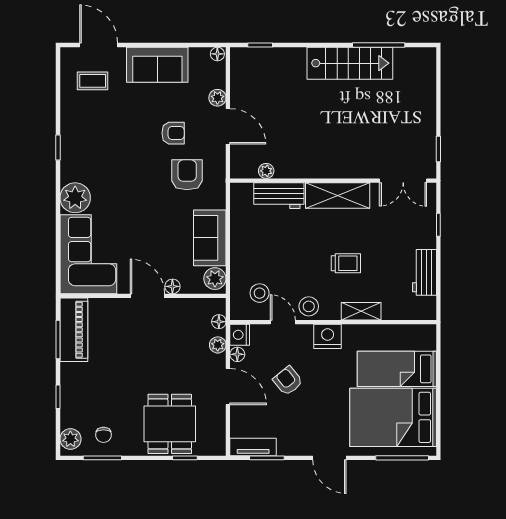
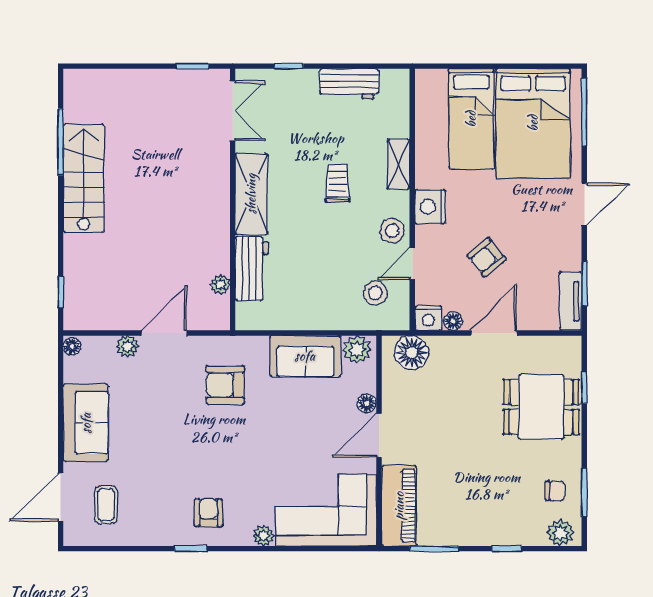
armchair: (173, 133) -> (209, 513), moved
plant: (75, 198) -> (263, 536), width x0.53, depth x0.53
floor lamp: (219, 322) -> (412, 353), width x1.89, depth x1.89
piano: (74, 330) -> (399, 506), moved, turned 90
plant: (218, 345) -> (441, 346), removed

